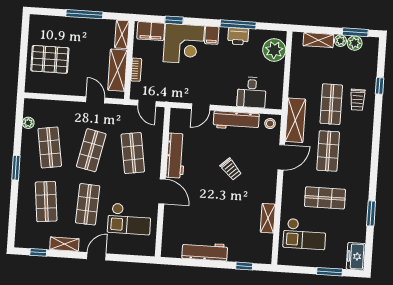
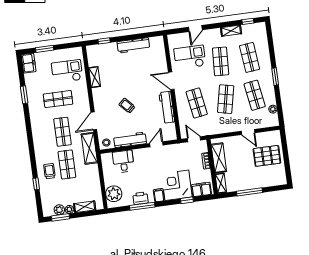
door: (95, 100) -> (248, 132), moved
door: (96, 256) -> (195, 28), moved

